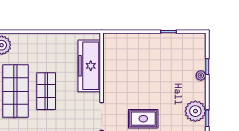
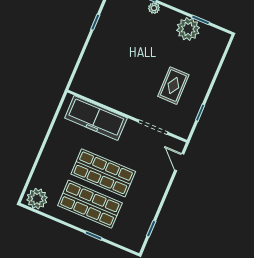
shop shelf: (46, 91) -> (103, 173), width x1.43, depth x1.36

